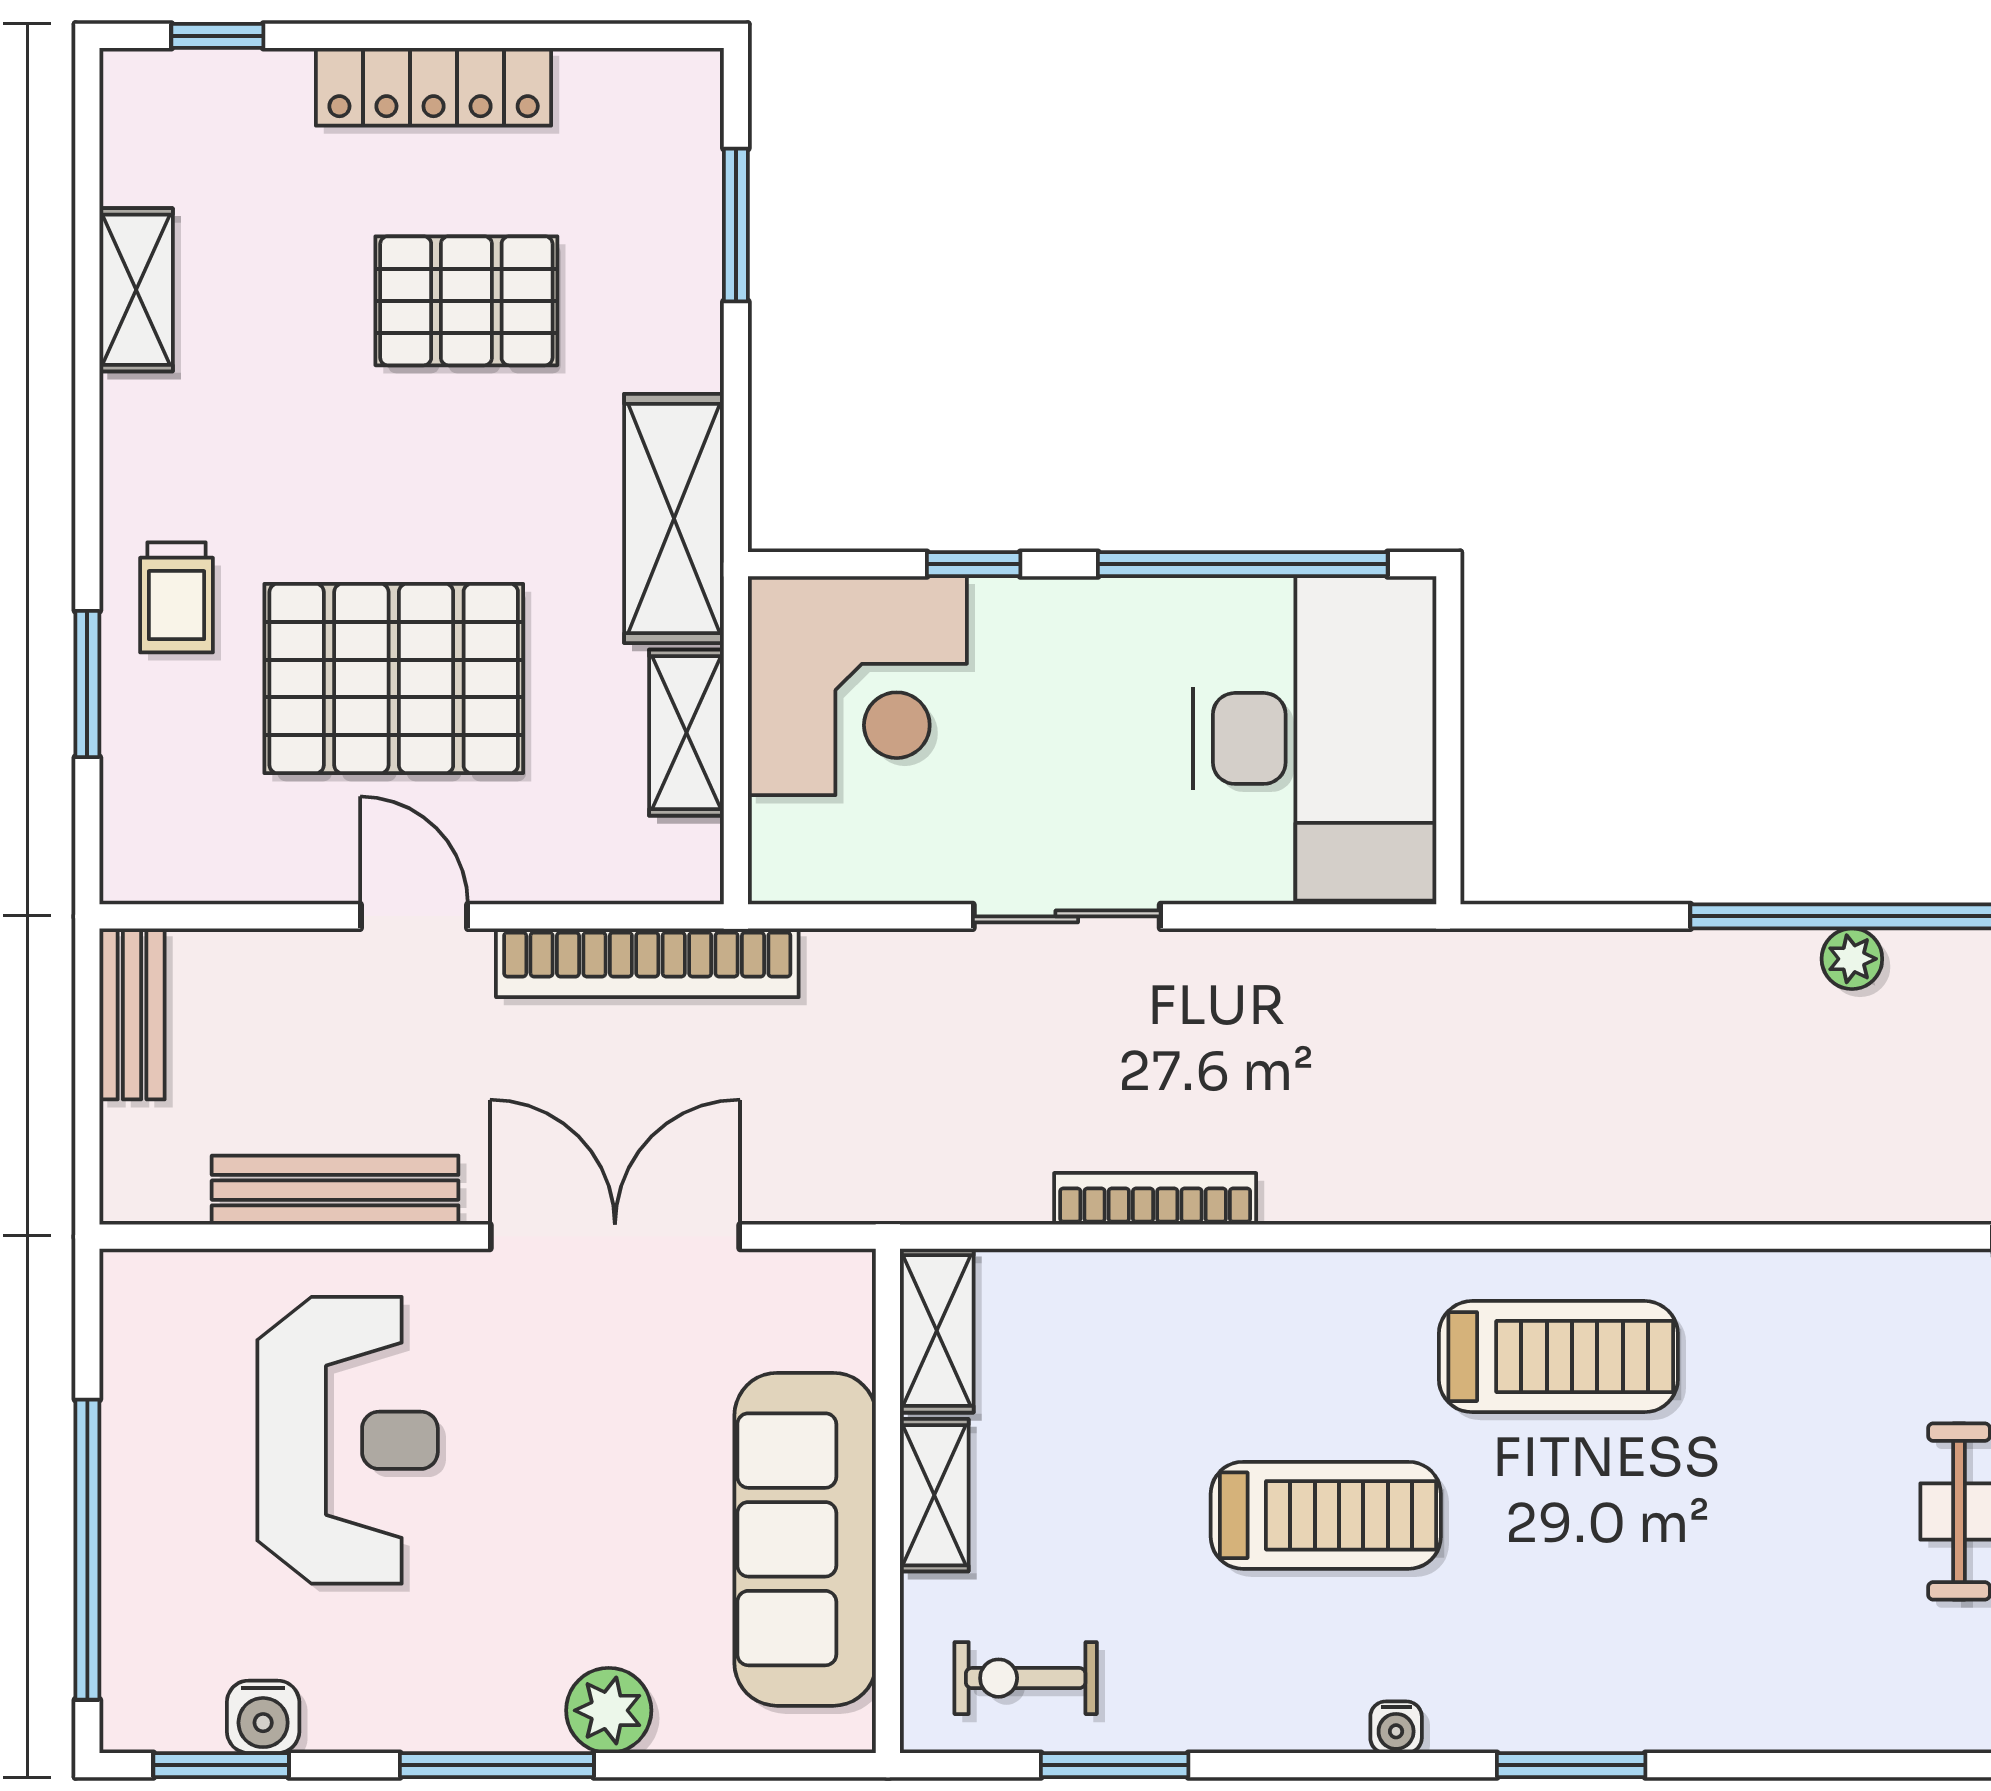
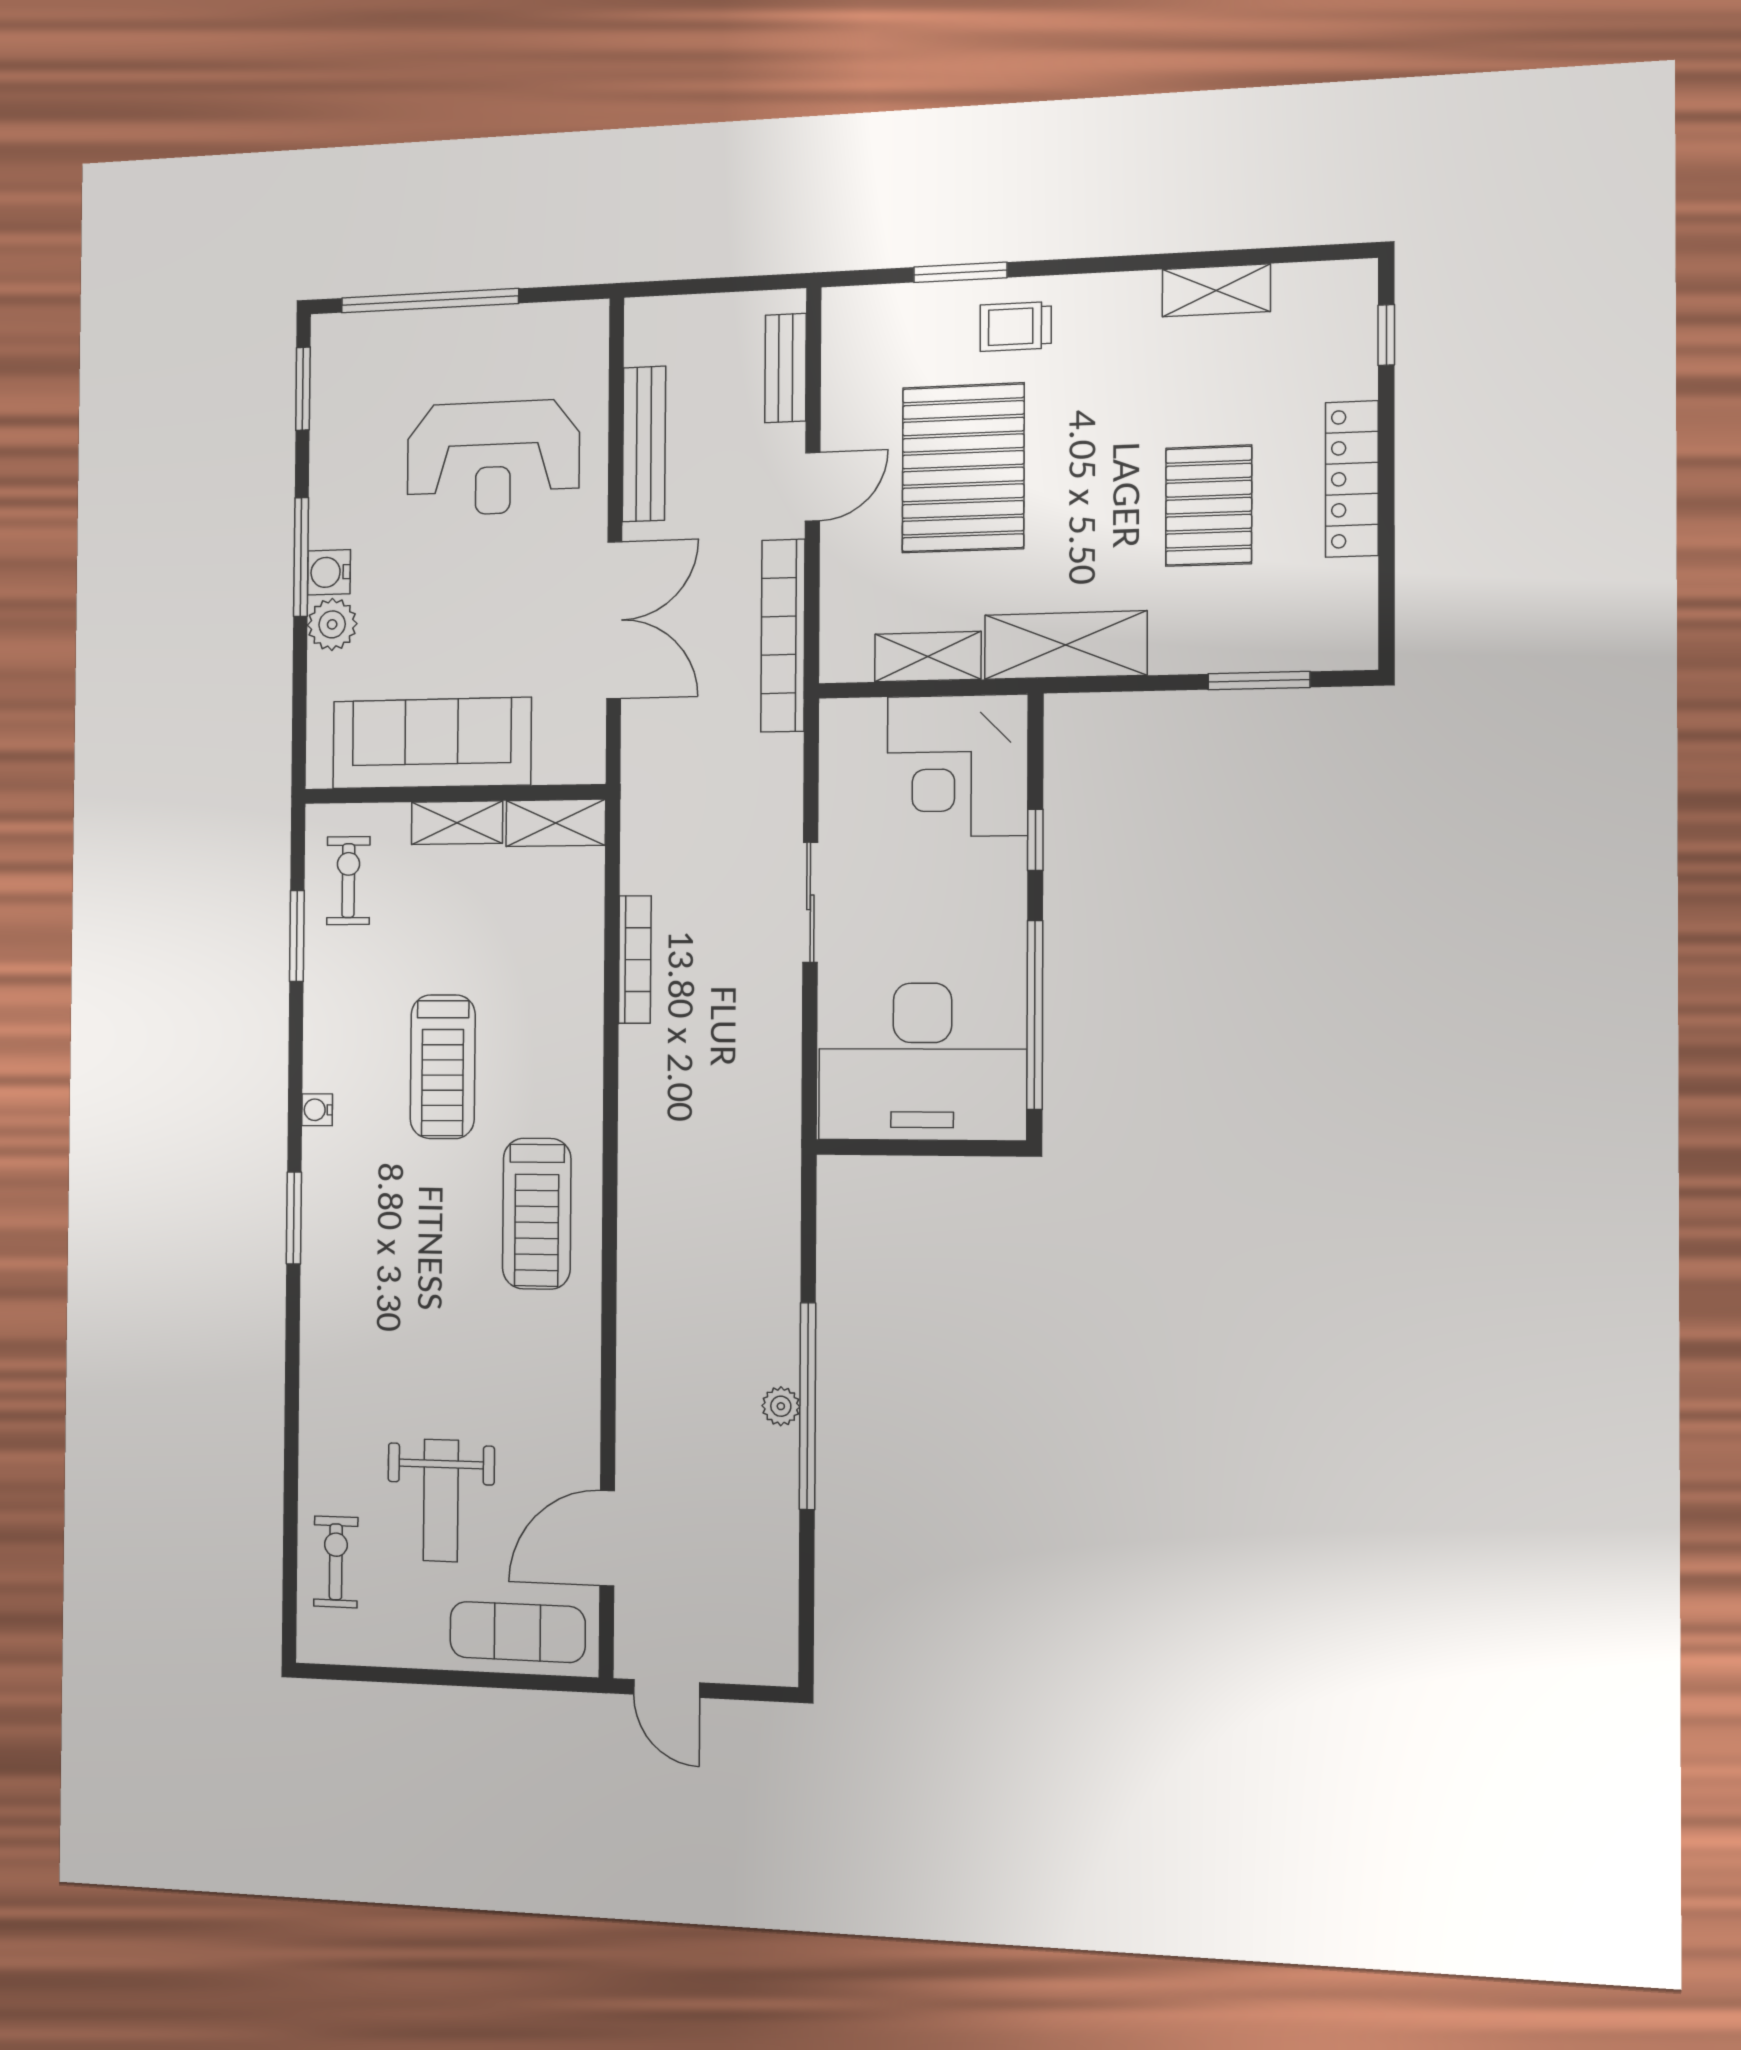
bench: (132, 1014) -> (785, 368), moved, turned 90
water cooler: (263, 1717) -> (329, 572), moved

